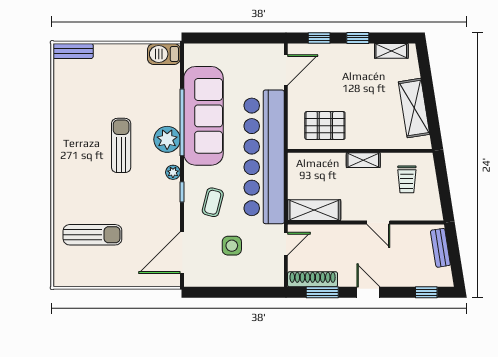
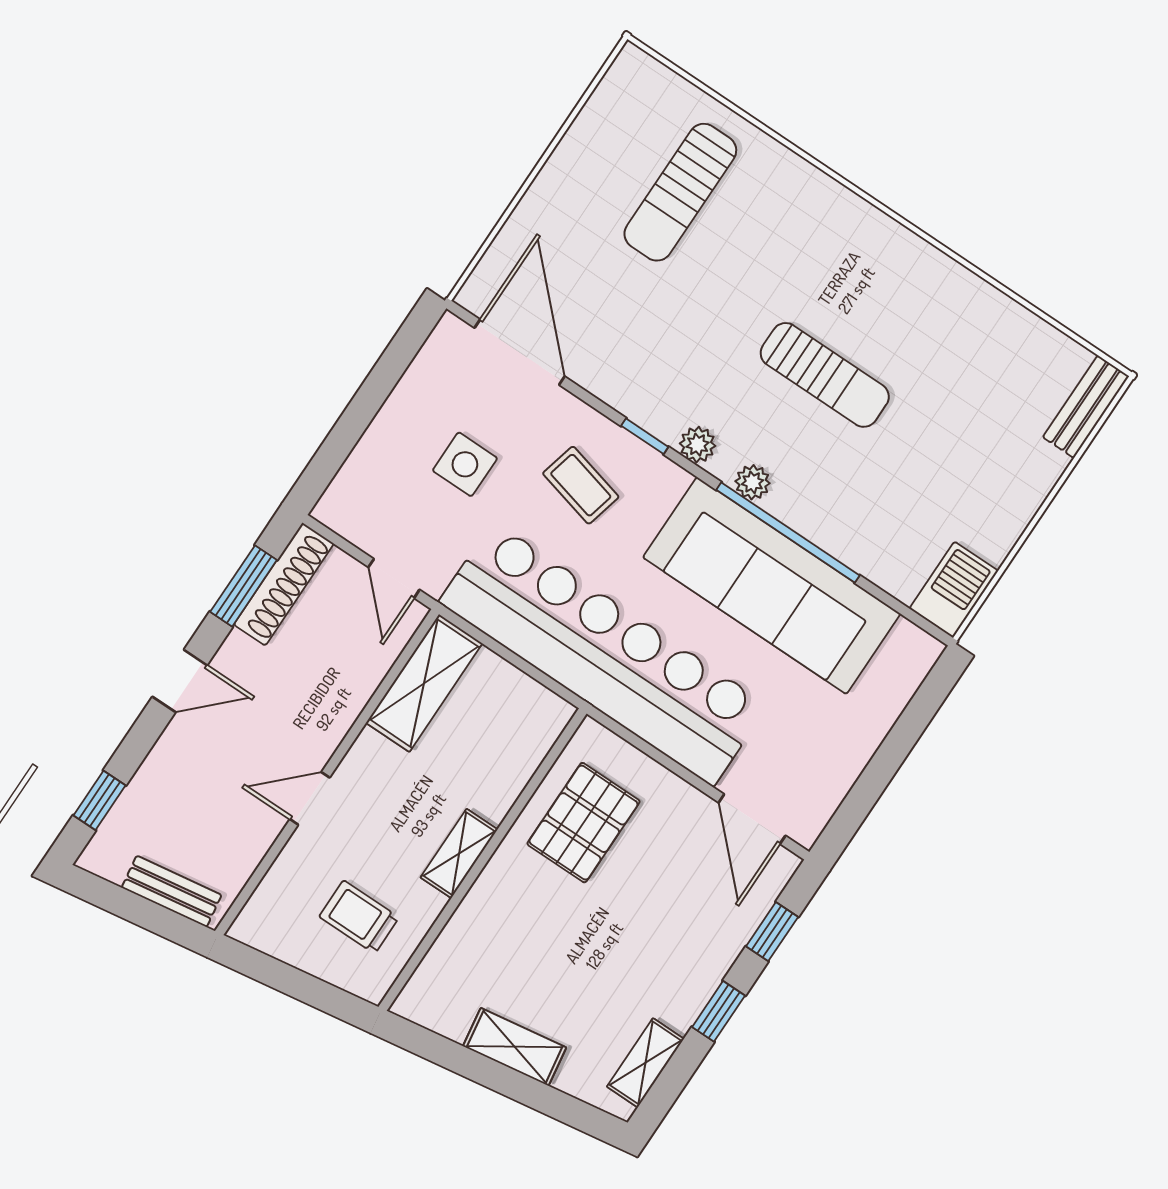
shelving: (414, 108) -> (515, 1047), width x0.67, depth x0.75
plant: (167, 139) -> (753, 482), width x0.53, depth x0.53

